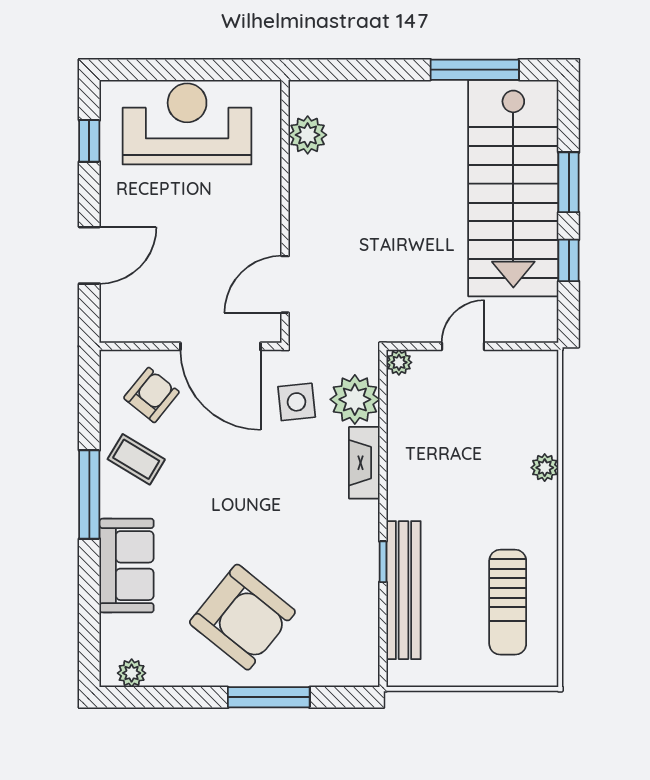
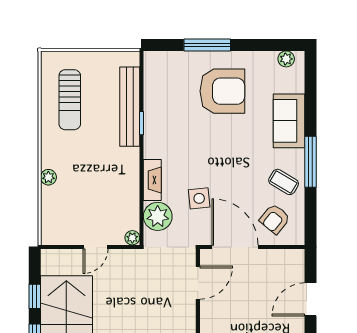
side table: (297, 402) -> (199, 198), moved
sun lounger: (508, 602) -> (70, 100), turned 180
armchair: (242, 617) -> (222, 91), turned 141

